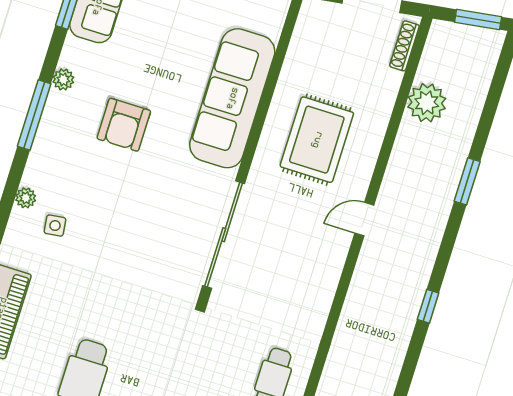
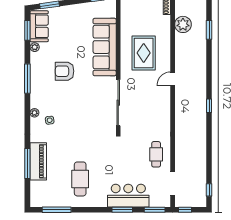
plant: (63, 79) -> (35, 47), moved
armchair: (124, 125) -> (65, 71), turned 90
window: (467, 181) -> (209, 30), moved

